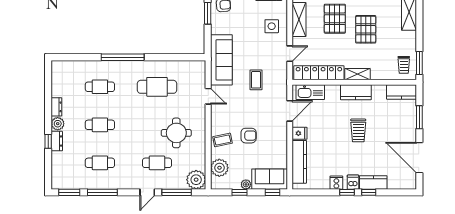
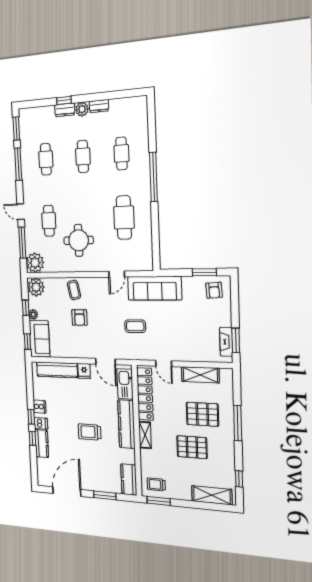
side table: (272, 26) -> (192, 344), removed
kitchen counter: (356, 92) -> (126, 424), width x1.50
plant: (219, 168) -> (36, 287), moved

